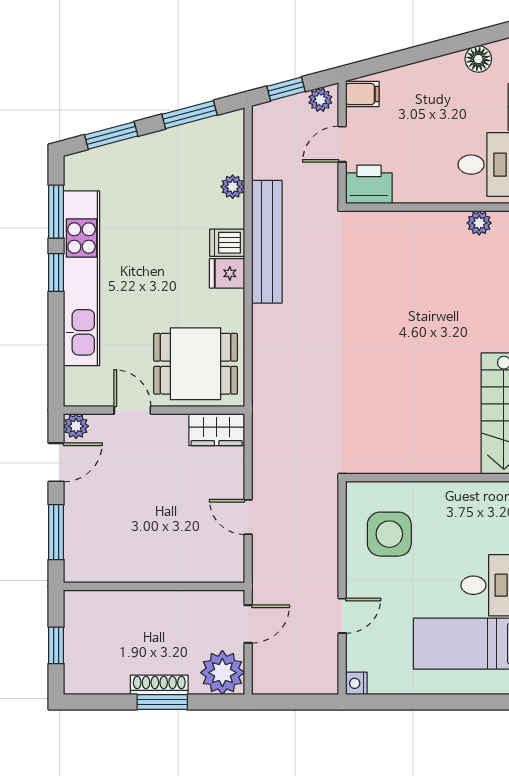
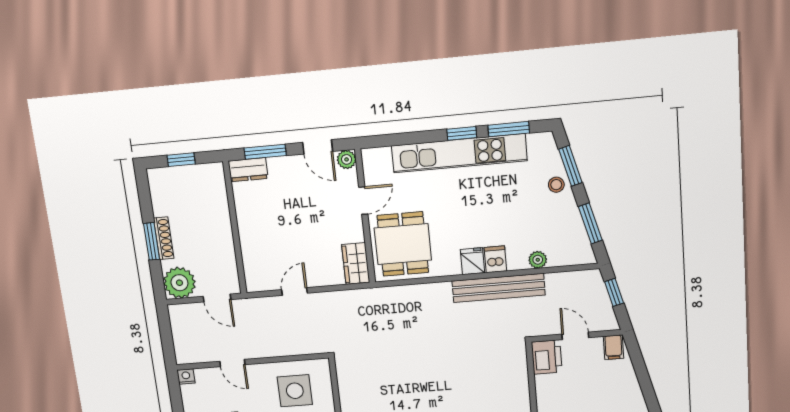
plant: (320, 100) -> (607, 318), removed
stool: (134, 155) -> (556, 185), added
dresser: (78, 558) -> (248, 170), added

